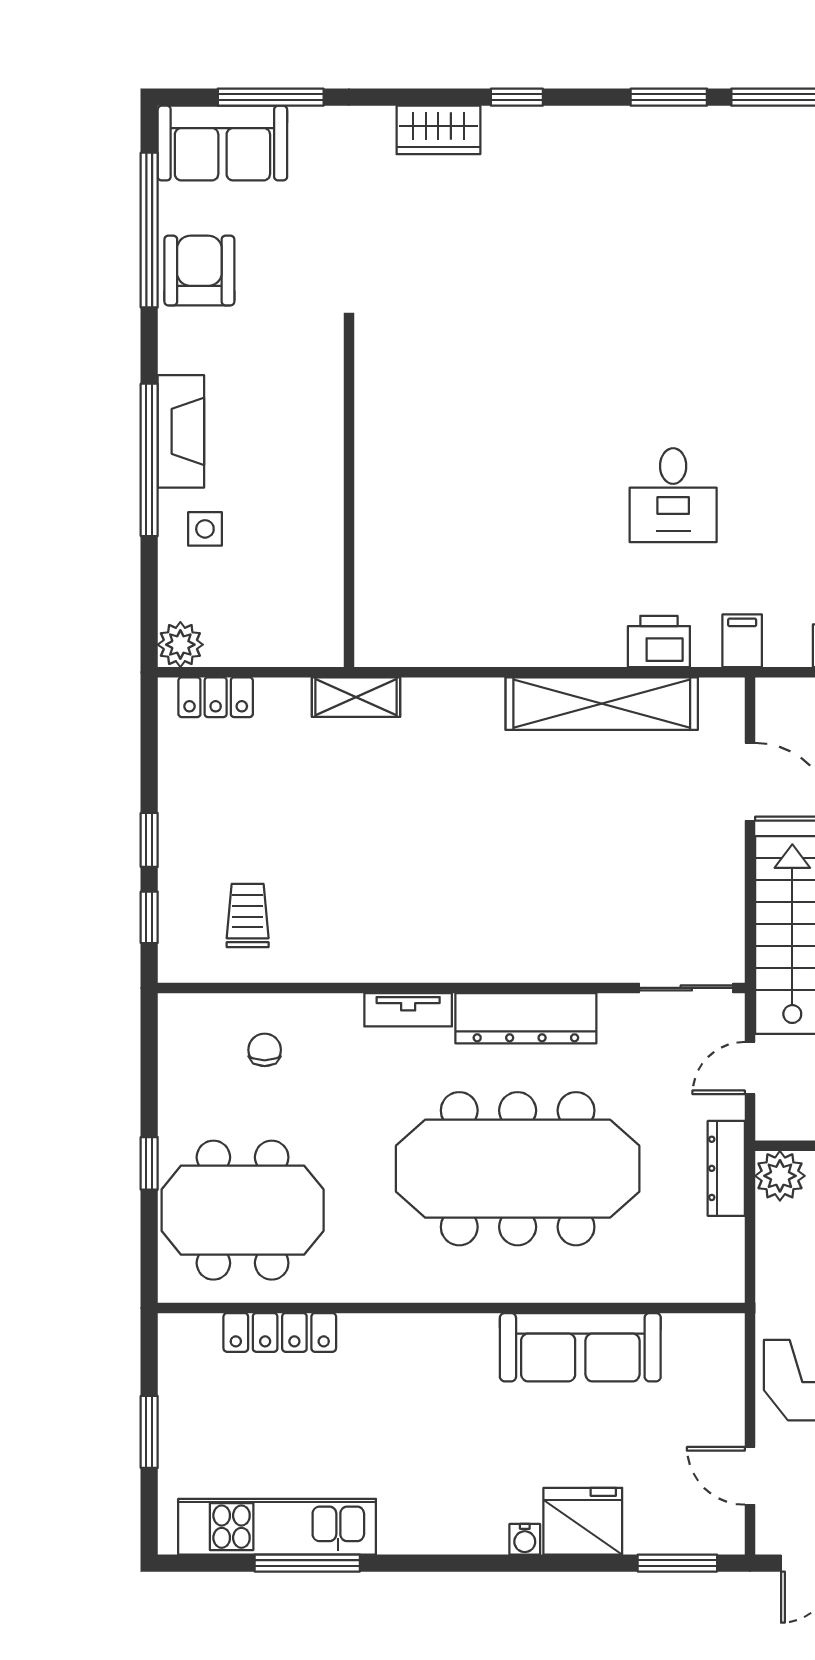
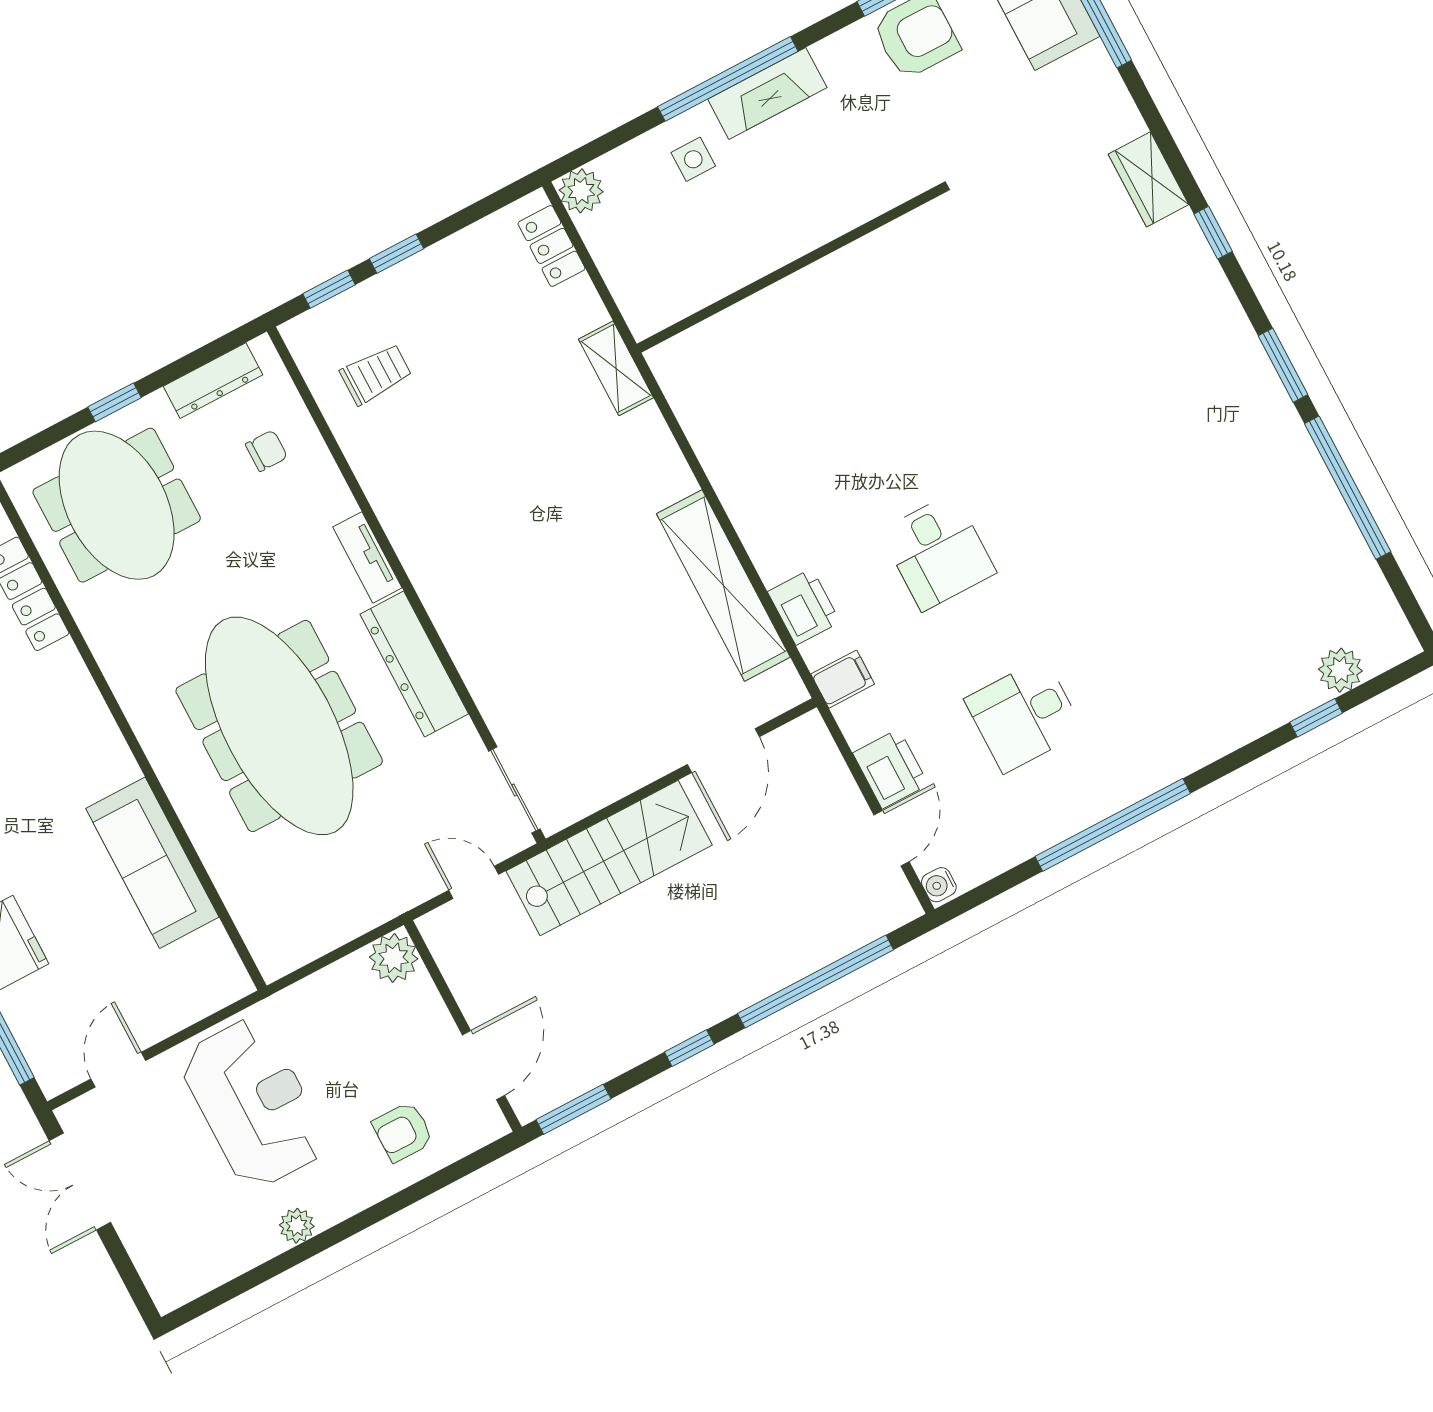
desk: (673, 495) -> (938, 552), turned -90
dresser: (726, 1168) -> (213, 381), moved, turned 180

